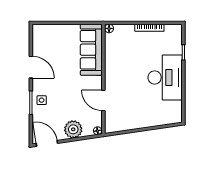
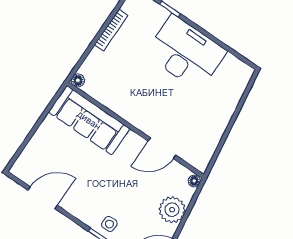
door: (31, 67) -> (43, 198), moved

